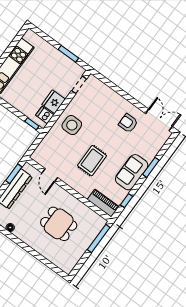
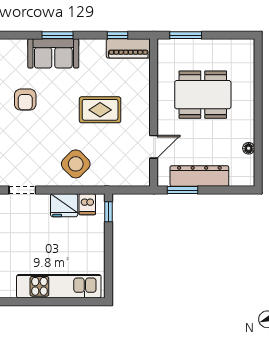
side table: (72, 125) -> (76, 164), turned 45
sofa: (132, 172) -> (53, 53), moved
piano: (103, 203) -> (128, 48), moved, turned -90
dining table: (59, 224) -> (203, 95), width x1.38
window: (99, 239) -> (186, 35), width x0.69

